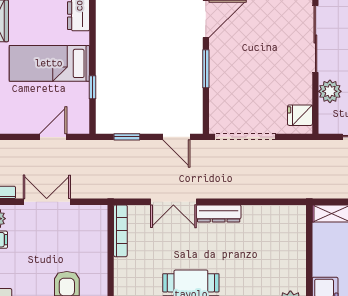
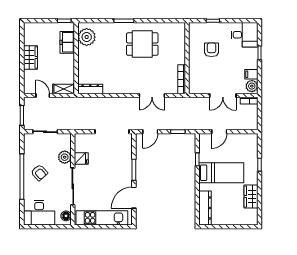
fridge: (300, 115) -> (81, 158), moved
door: (176, 137) -> (150, 132), swing flipped
double door: (173, 202) -> (152, 95), swing flipped
dresser: (219, 213) -> (90, 89), moved

